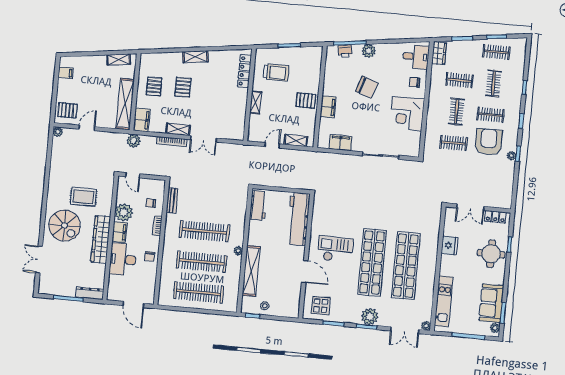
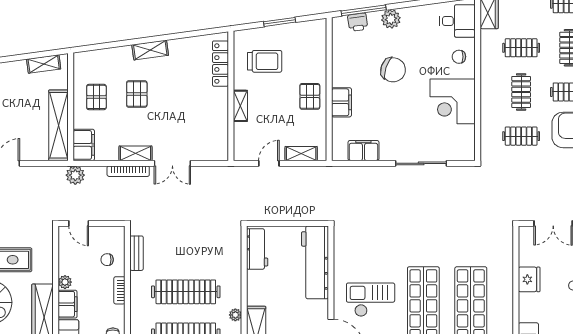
pallet: (306, 100) -> (310, 96), turned 90
plant: (124, 212) -> (65, 282), width x0.53, depth x0.53

